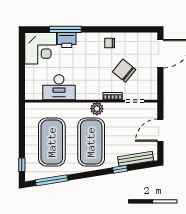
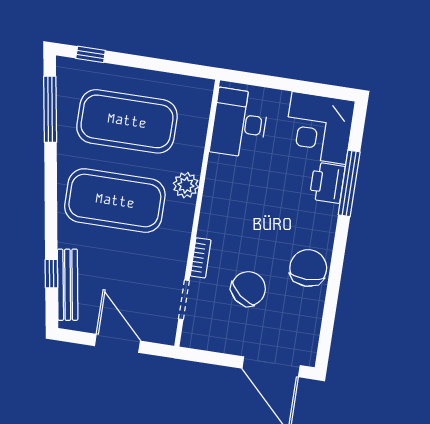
chair: (110, 43) -> (308, 268), width x1.87, depth x1.87
desk: (59, 87) -> (239, 123), moved
plant: (97, 109) -> (186, 185), moved
window: (120, 169) -> (51, 274), moved

